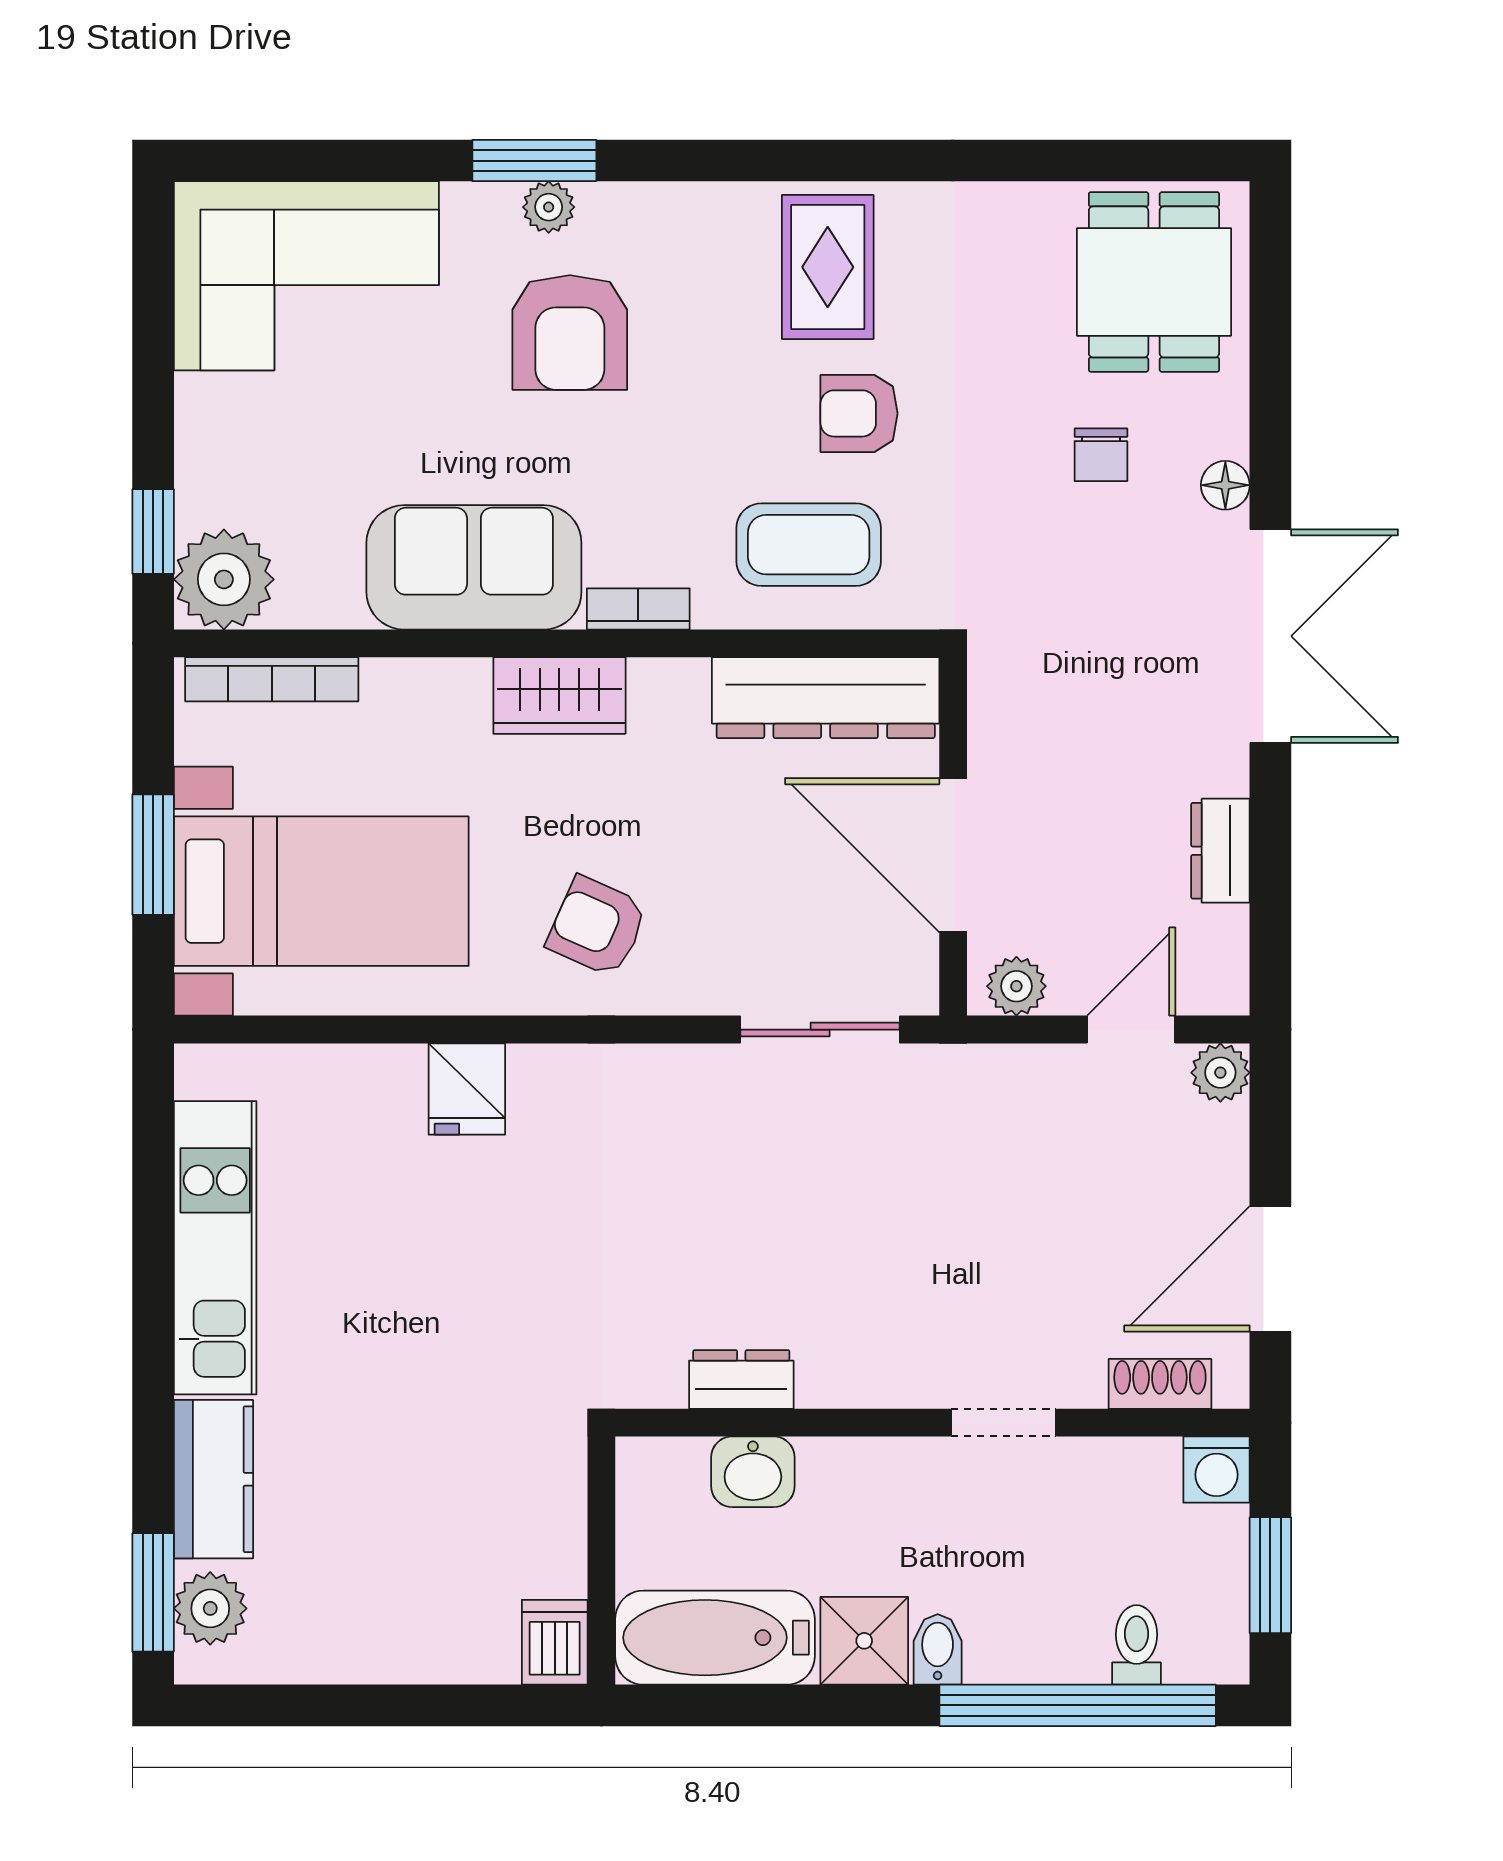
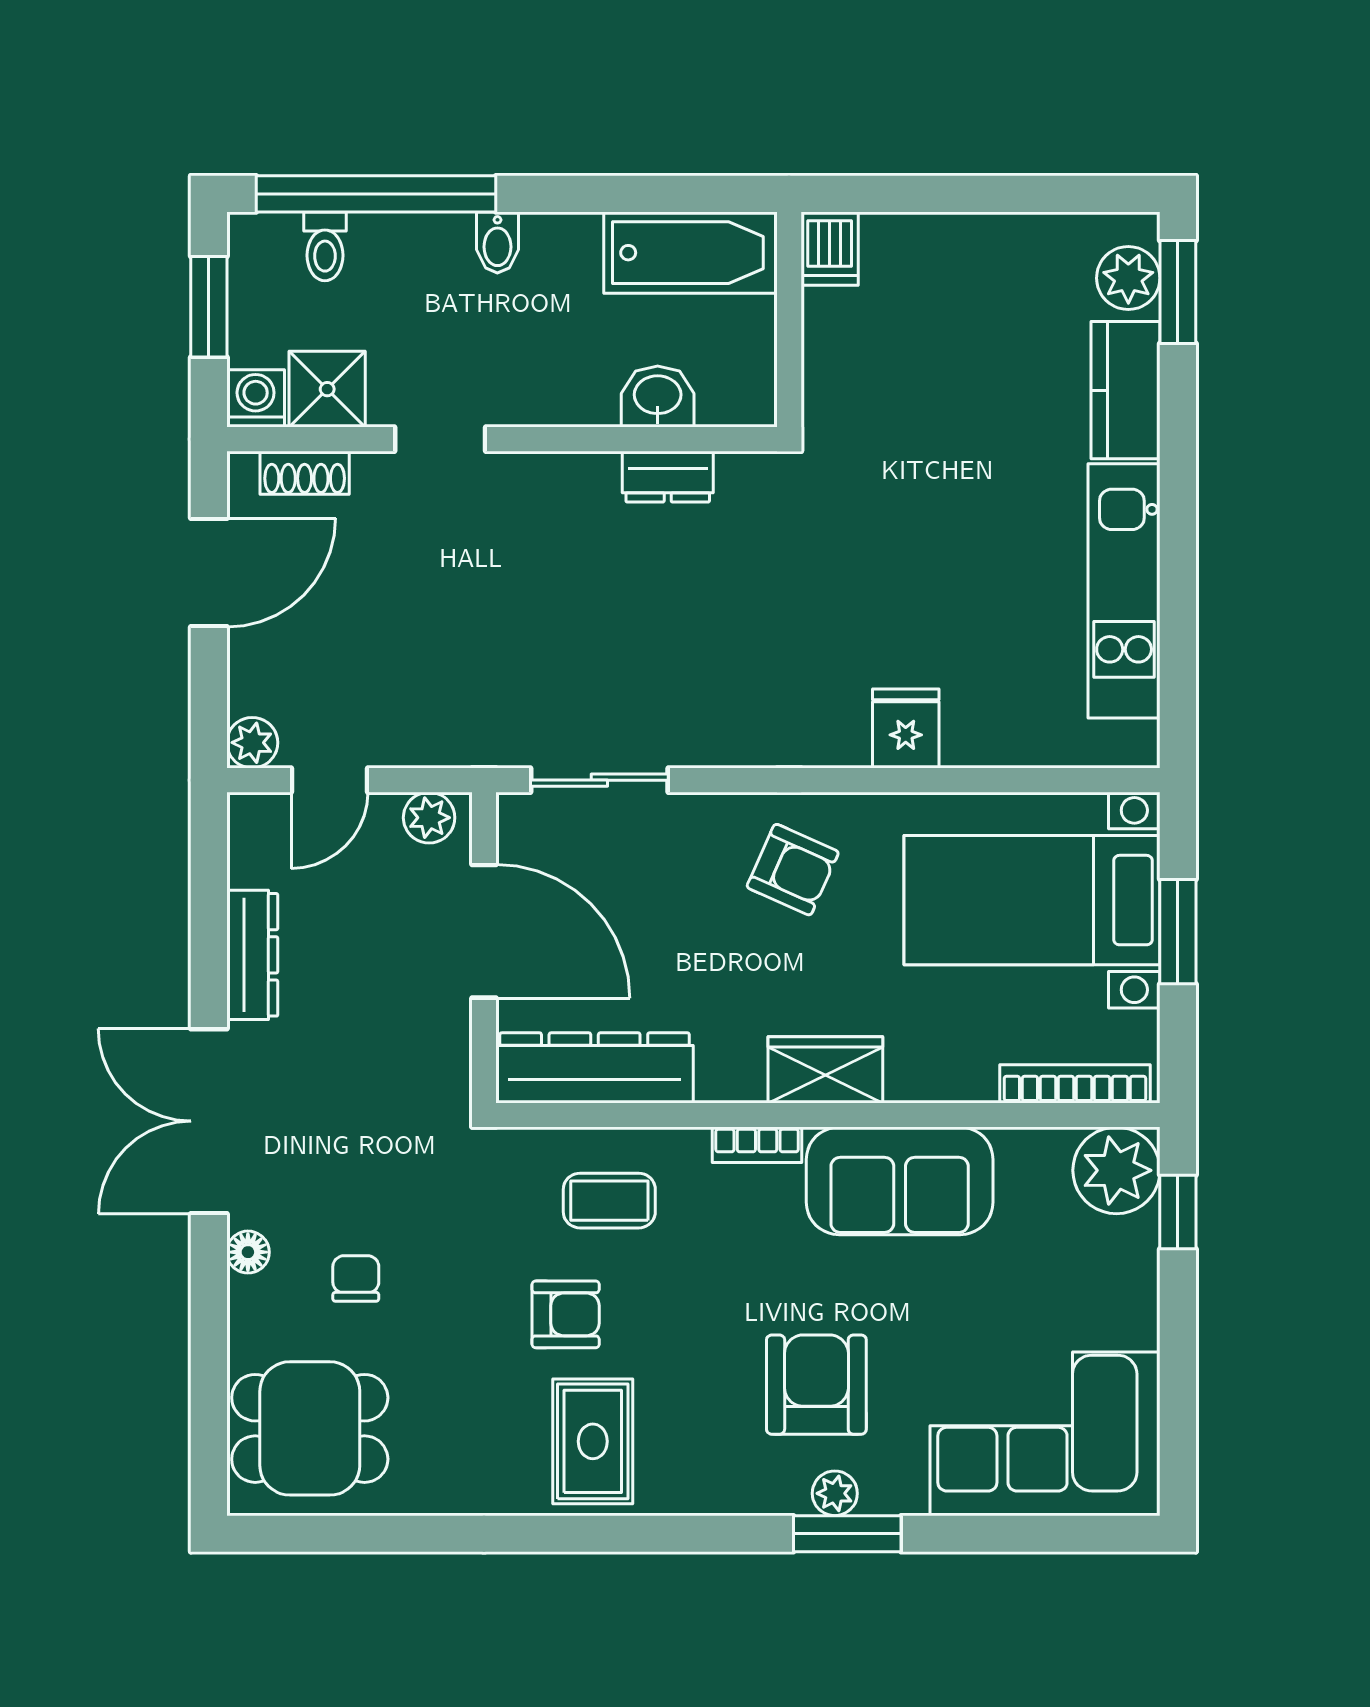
dining table: (1154, 282) -> (310, 1428), turned 90
coffee table: (809, 545) -> (609, 1201), width x0.73, depth x0.77
dresser: (1220, 851) -> (252, 955), width x1.44
shower: (864, 1641) -> (327, 389), moved

